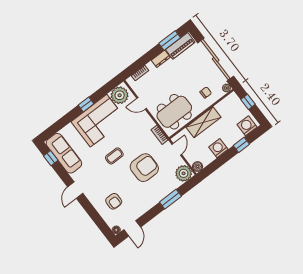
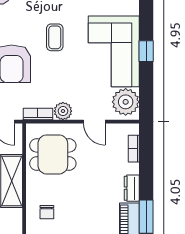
door: (142, 103) -> (94, 122), swing flipped
dining table: (174, 112) -> (53, 154), width x0.73
plant: (148, 123) -> (63, 111), added

